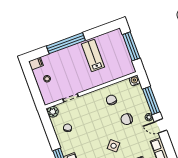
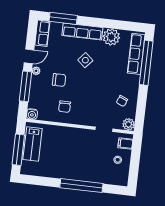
lab bench: (93, 55) -> (33, 144), moved
filing cabinet: (36, 63) -> (125, 143), moved
door: (160, 126) -> (29, 56), hinge flipped

